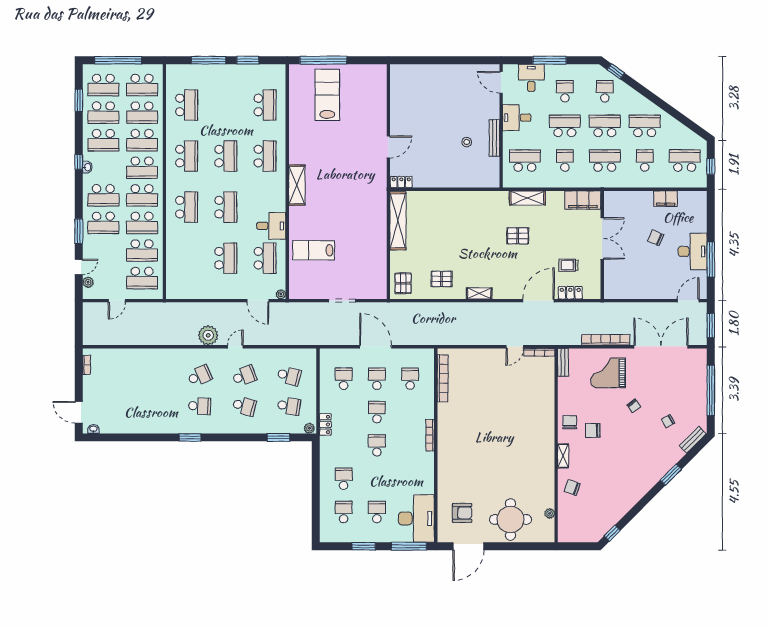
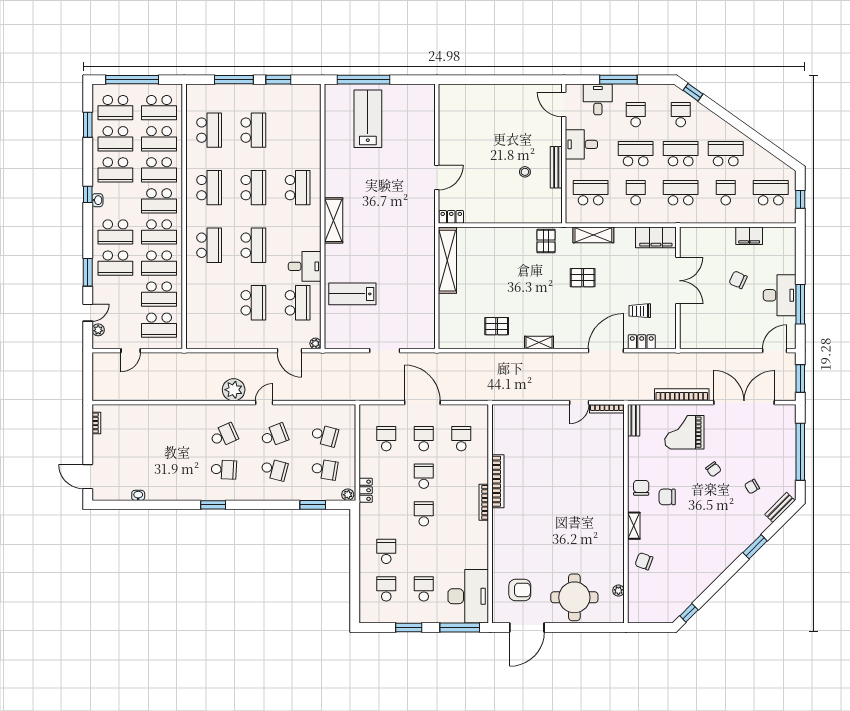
school desk: (265, 105) -> (253, 130), moved
pallet: (403, 283) -> (546, 241), moved
bookcase: (443, 378) -> (498, 481), moved
washbasin: (93, 429) -> (138, 495), moved

